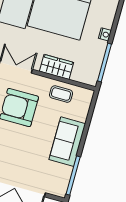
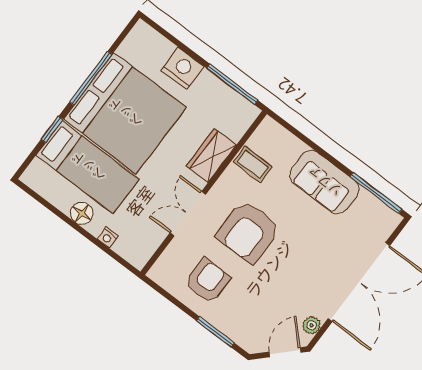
nightstand: (105, 34) -> (182, 68), width x1.89, depth x1.79
coffee table: (61, 94) -> (253, 164), turned 90

